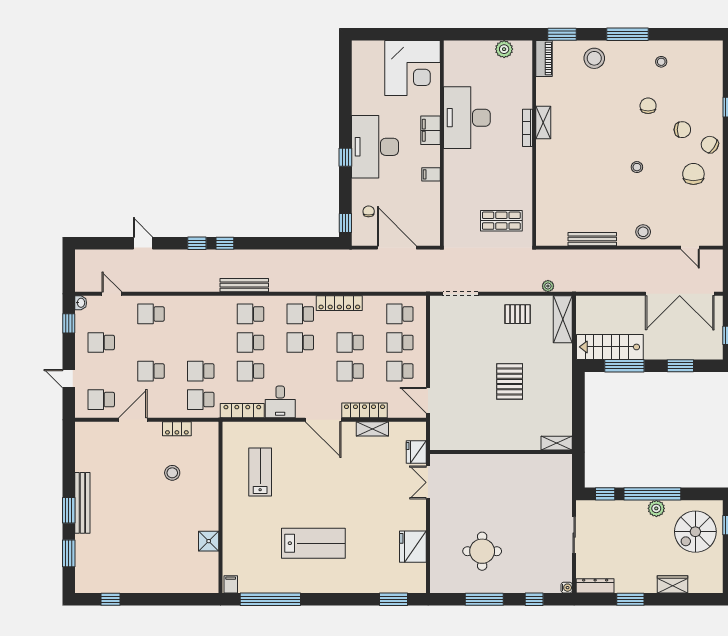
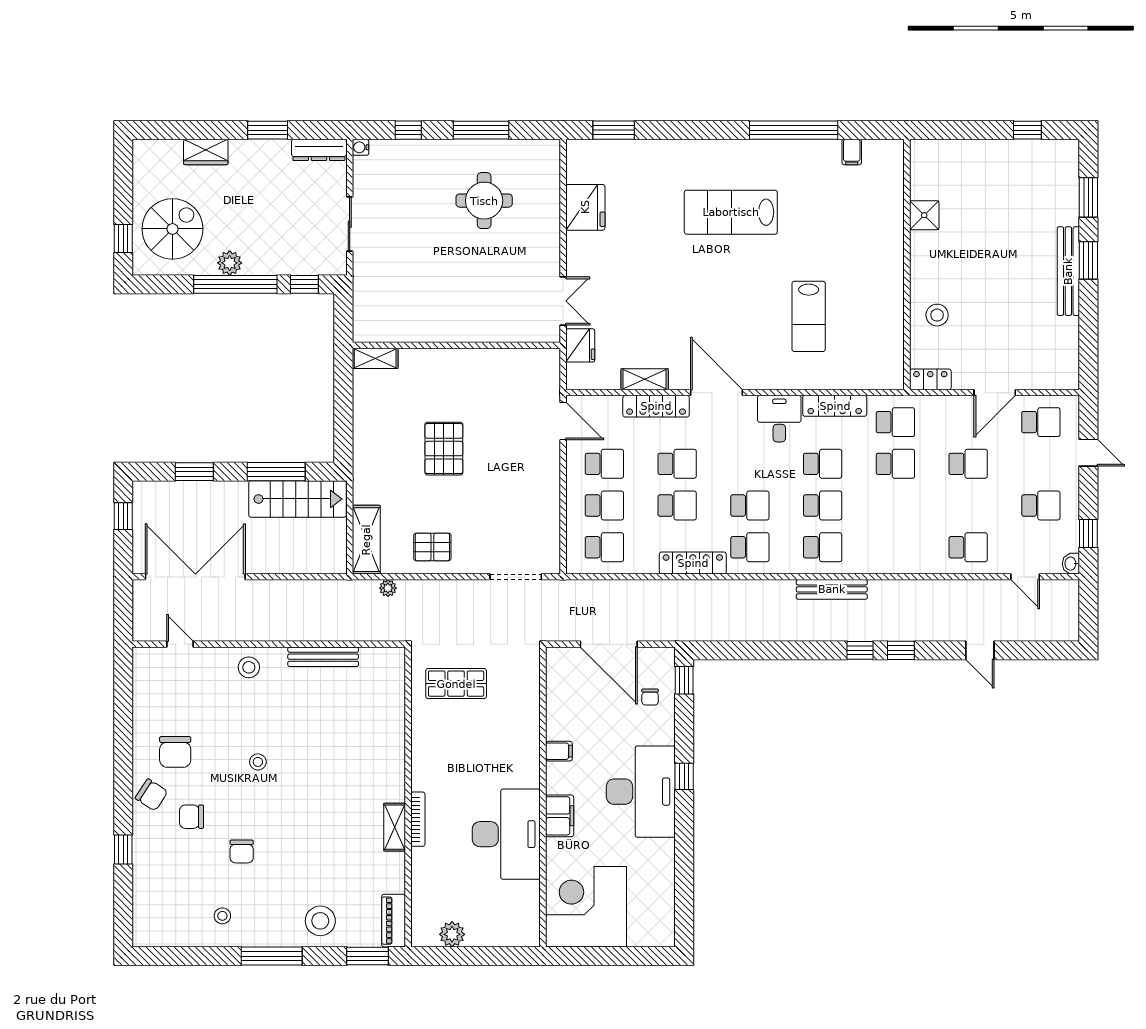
wall: (221, 507) -> (907, 264), moved
shower: (209, 541) -> (924, 215), moved

